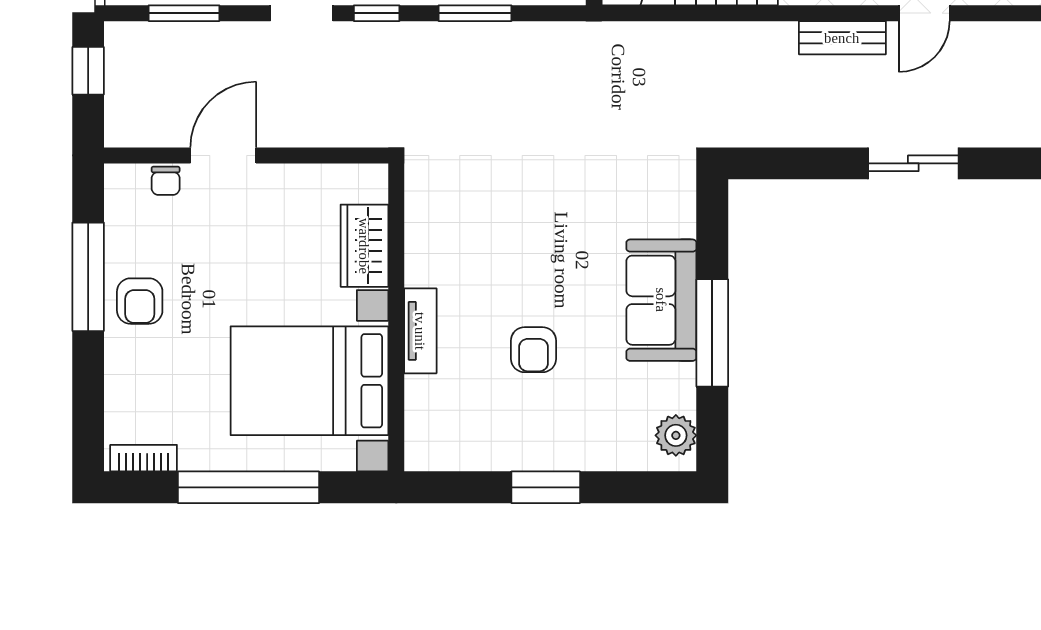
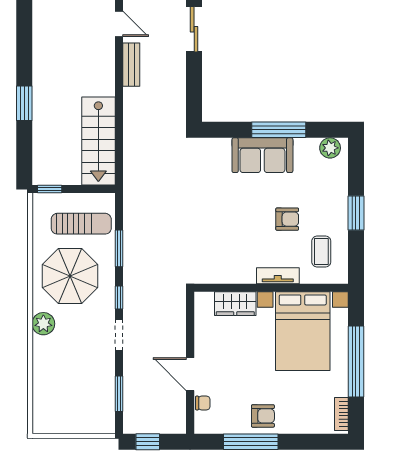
coffee table: (469, 418) -> (321, 251), added

